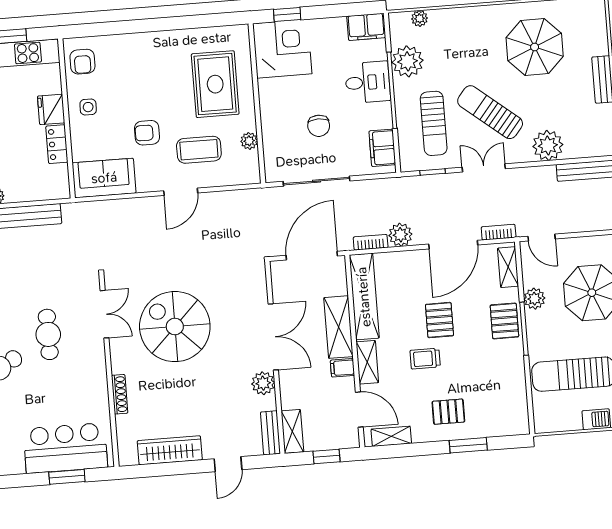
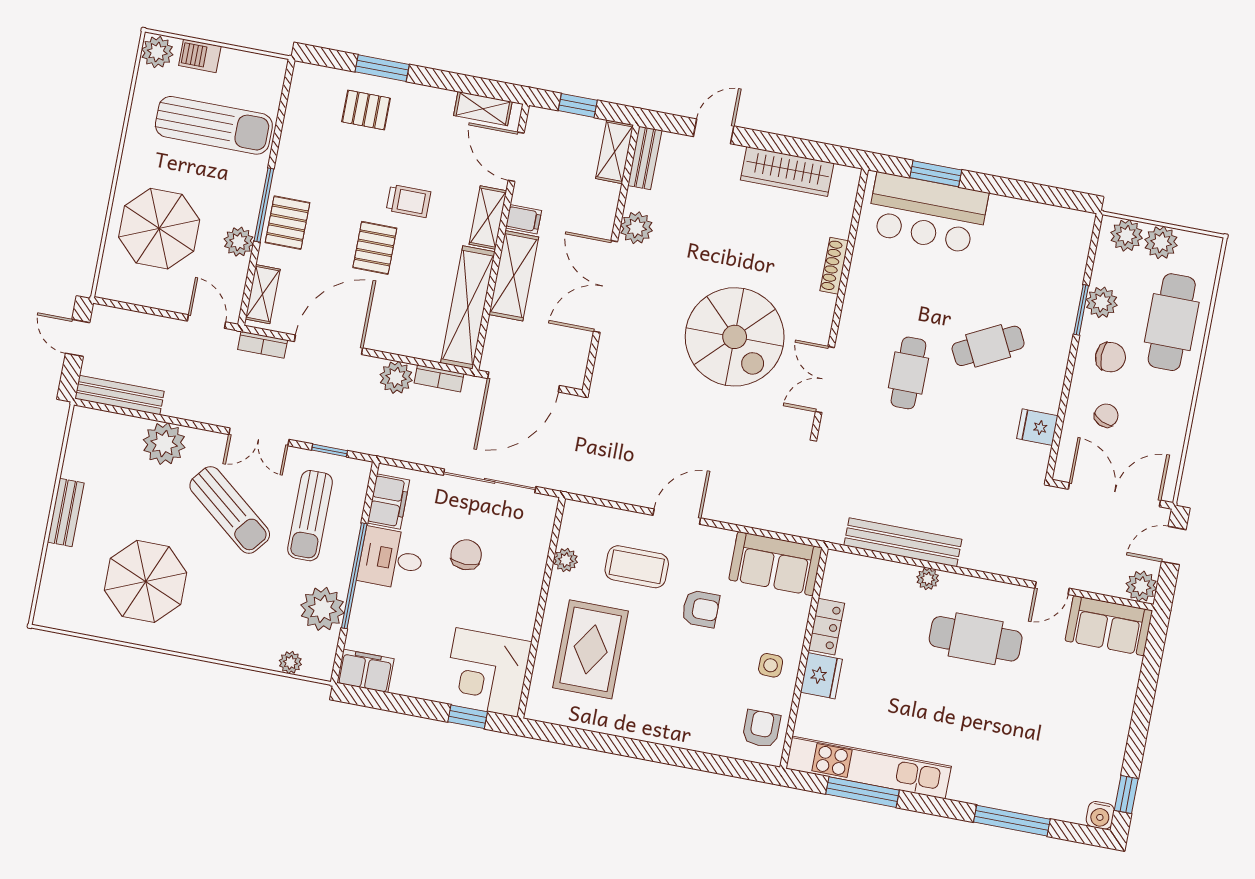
desk: (368, 82) -> (391, 559), moved
sun lounger: (434, 123) -> (310, 516), turned 180
pallet: (448, 412) -> (366, 110), moved

